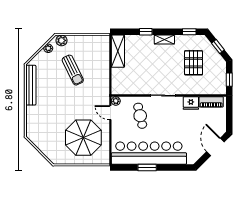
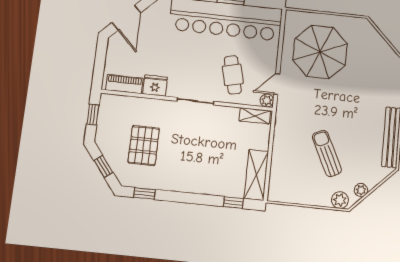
window: (146, 32) -> (233, 202), moved
shelving: (164, 40) -> (255, 116), moved
door: (110, 113) -> (277, 84), swing flipped

